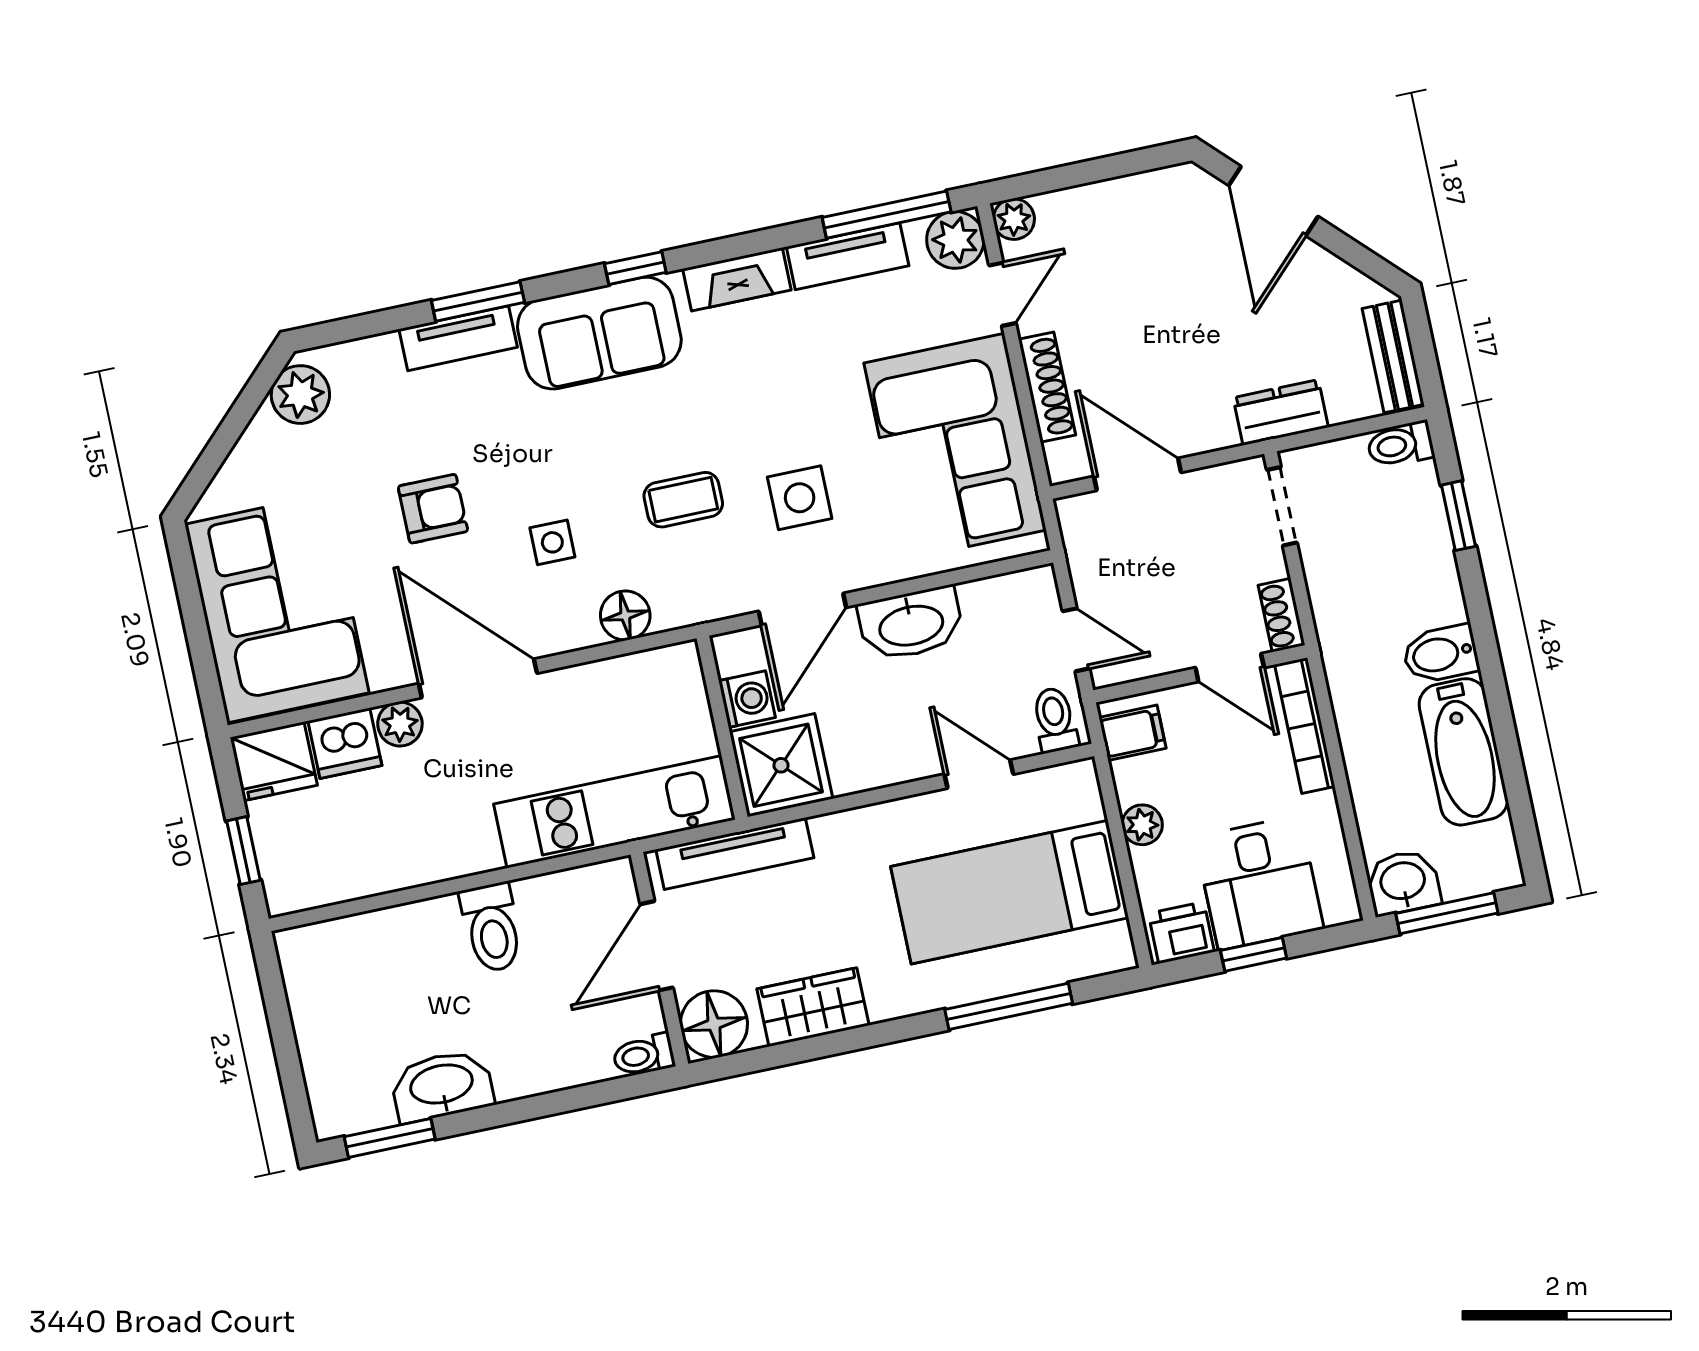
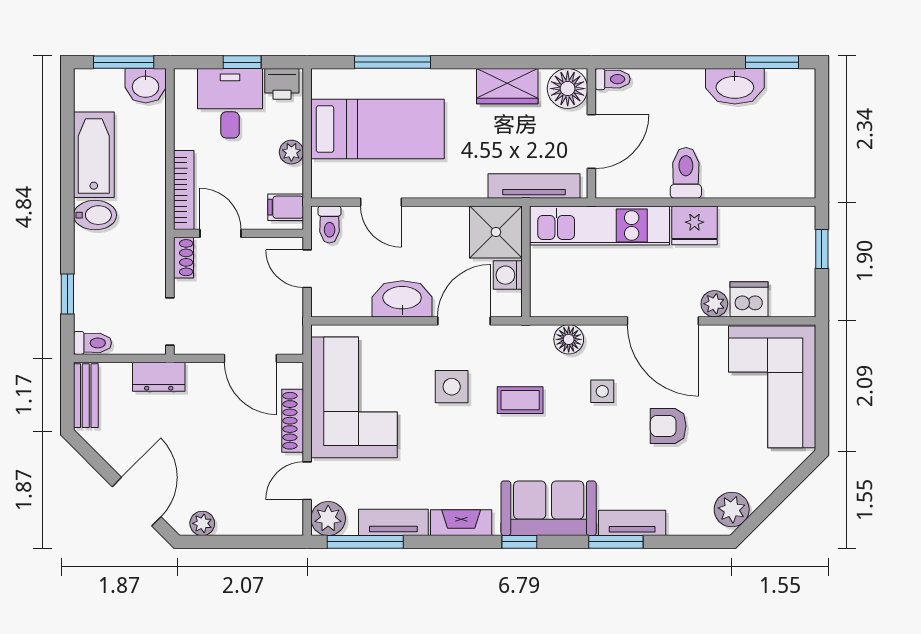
plant: (1014, 219) -> (202, 523), moved
fridge: (274, 761) -> (694, 225), moved, turned 180

